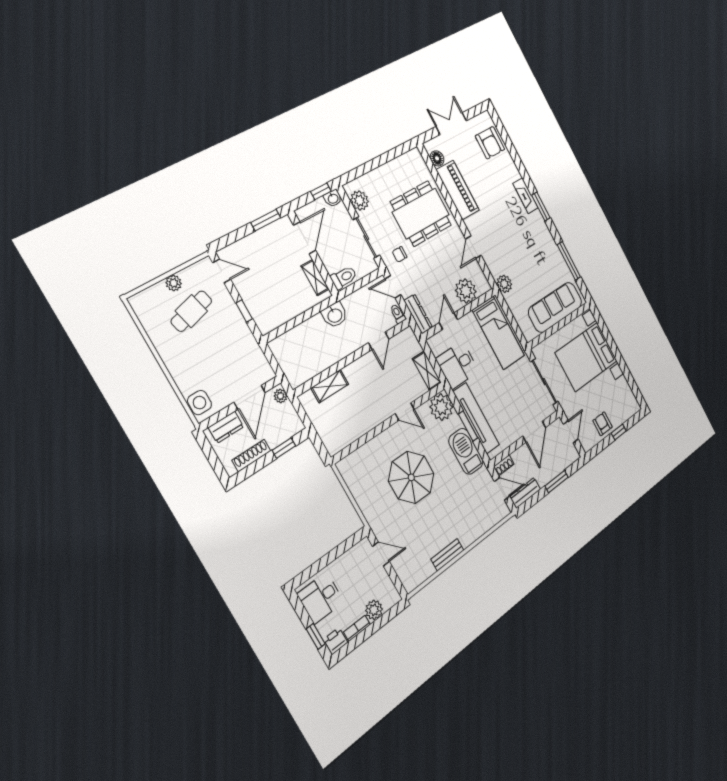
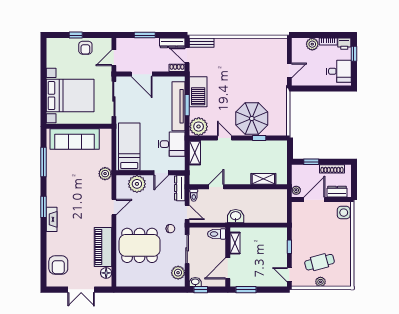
armchair: (490, 143) -> (58, 265), turned 180
door: (534, 432) -> (142, 74), swing flipped
window: (366, 438) -> (259, 138), added
parasol: (411, 477) -> (252, 118), moved
door: (381, 554) -> (289, 71), swing flipped
bench: (447, 555) -> (202, 43), moved

